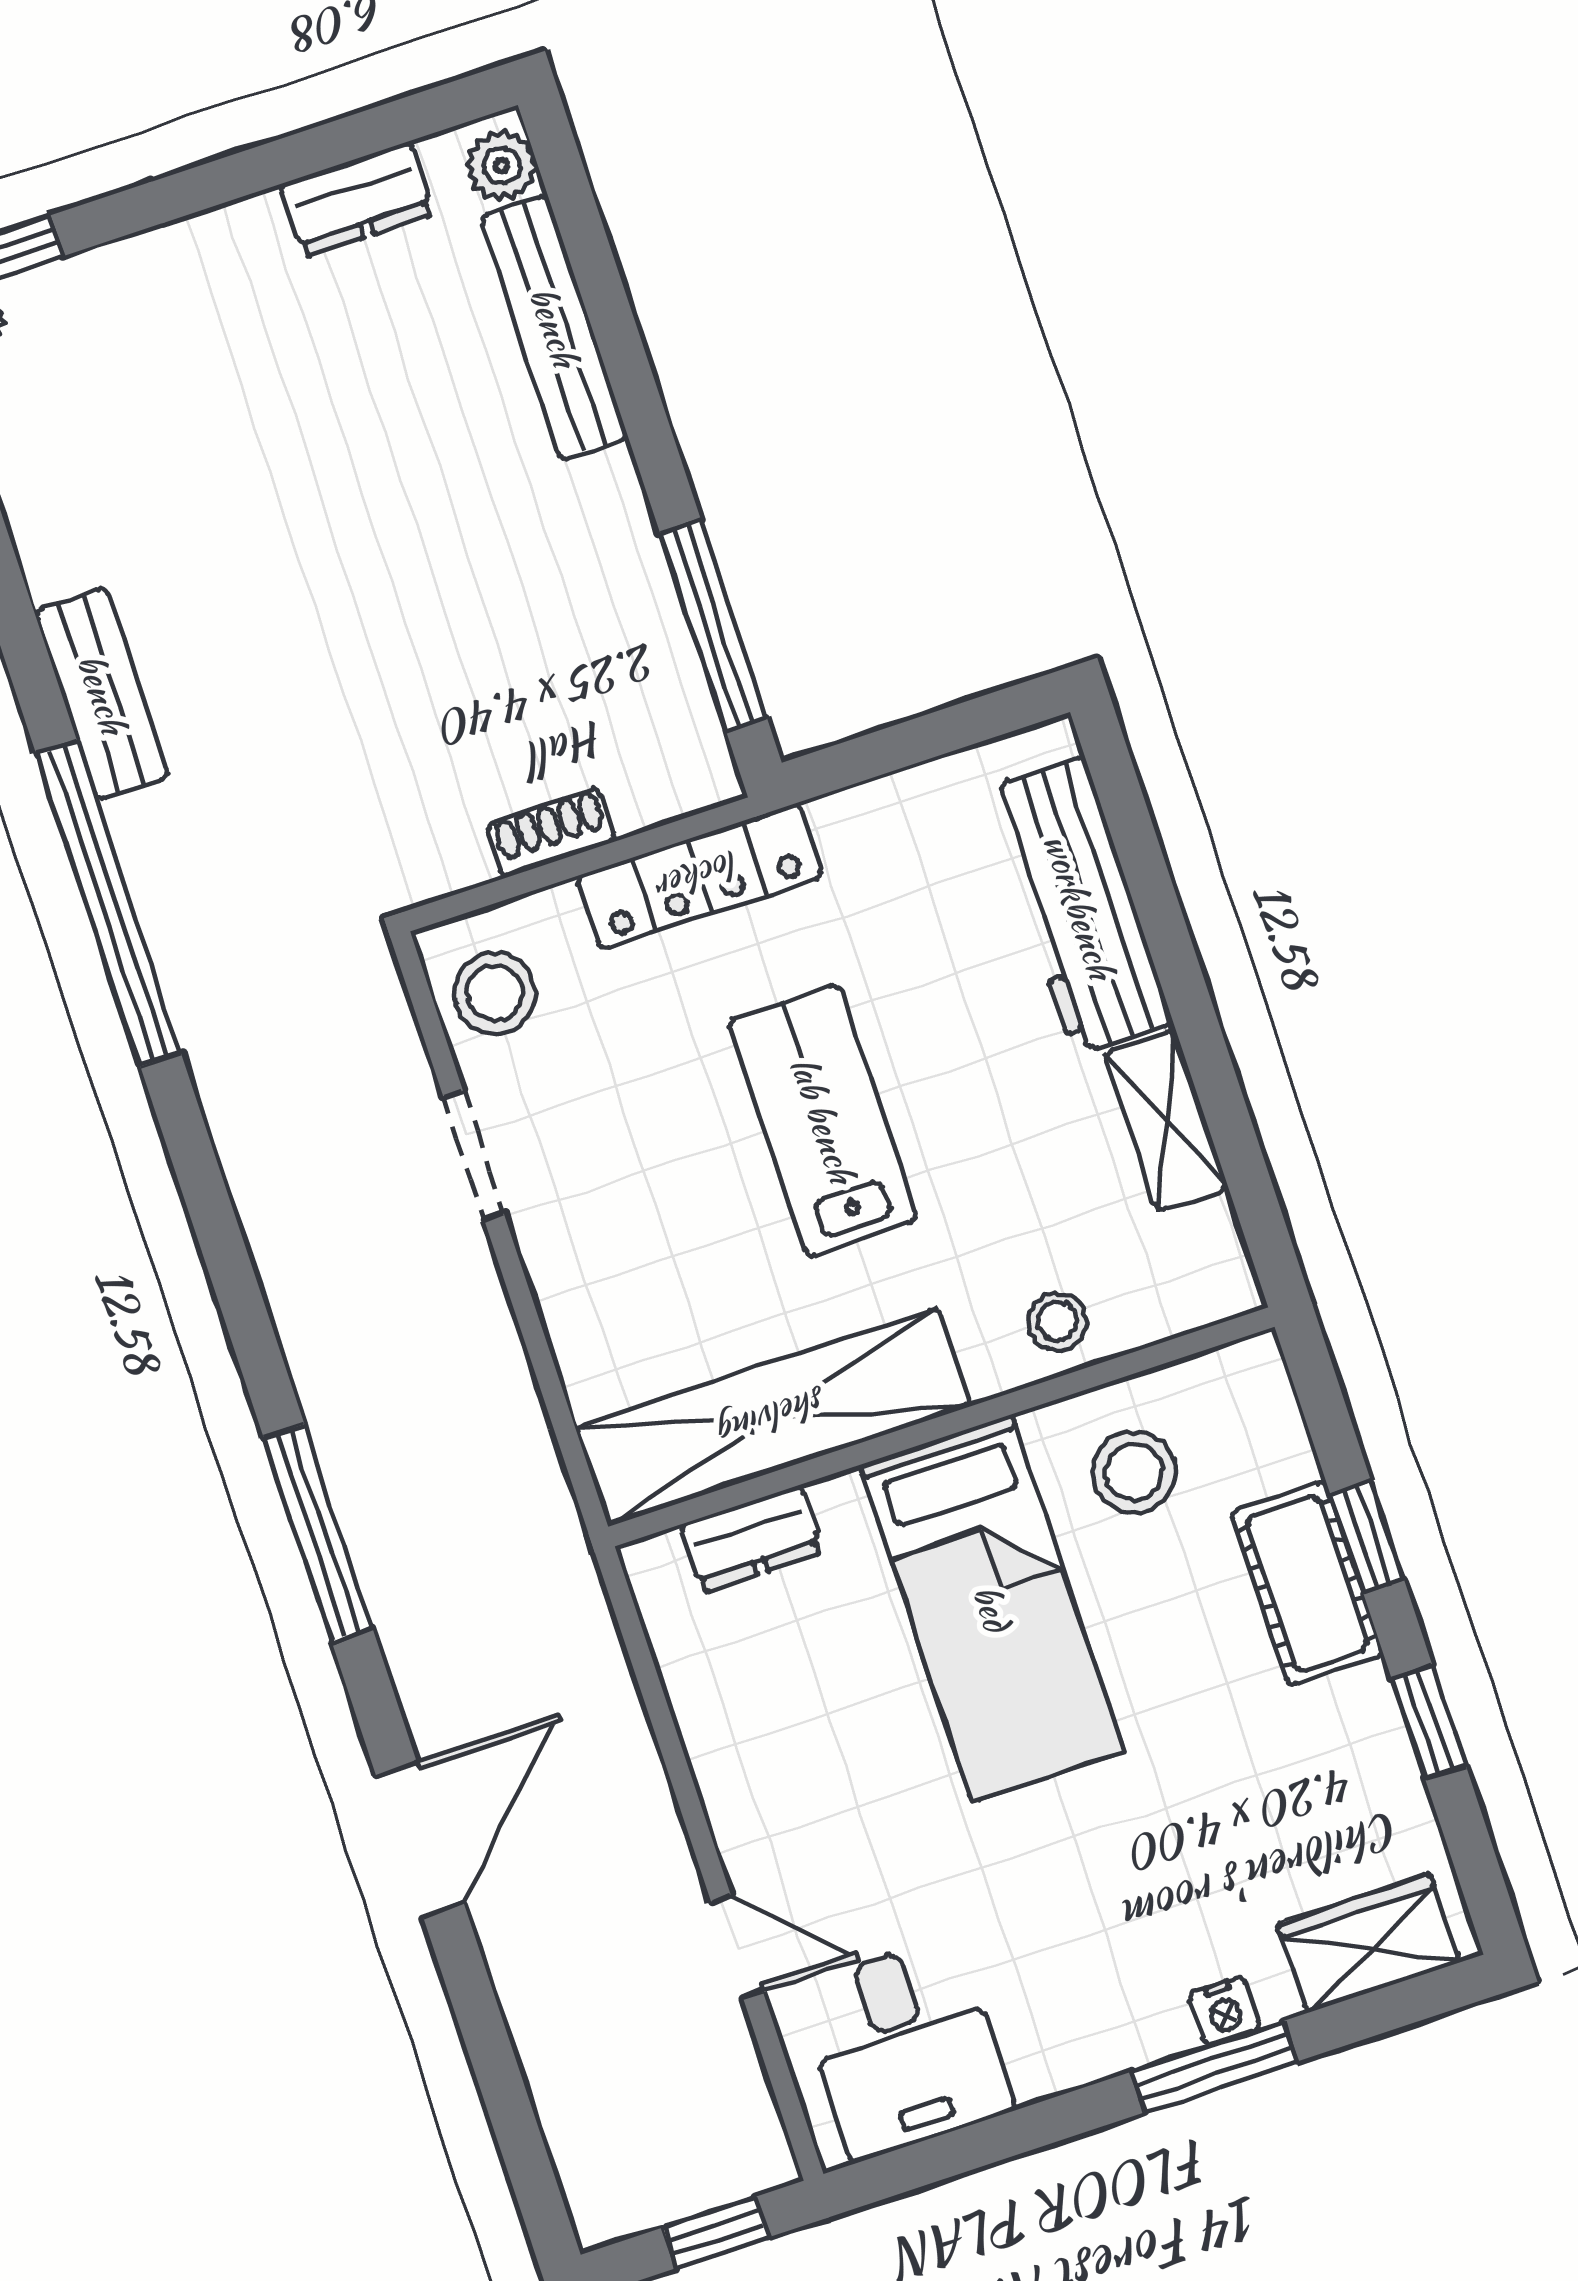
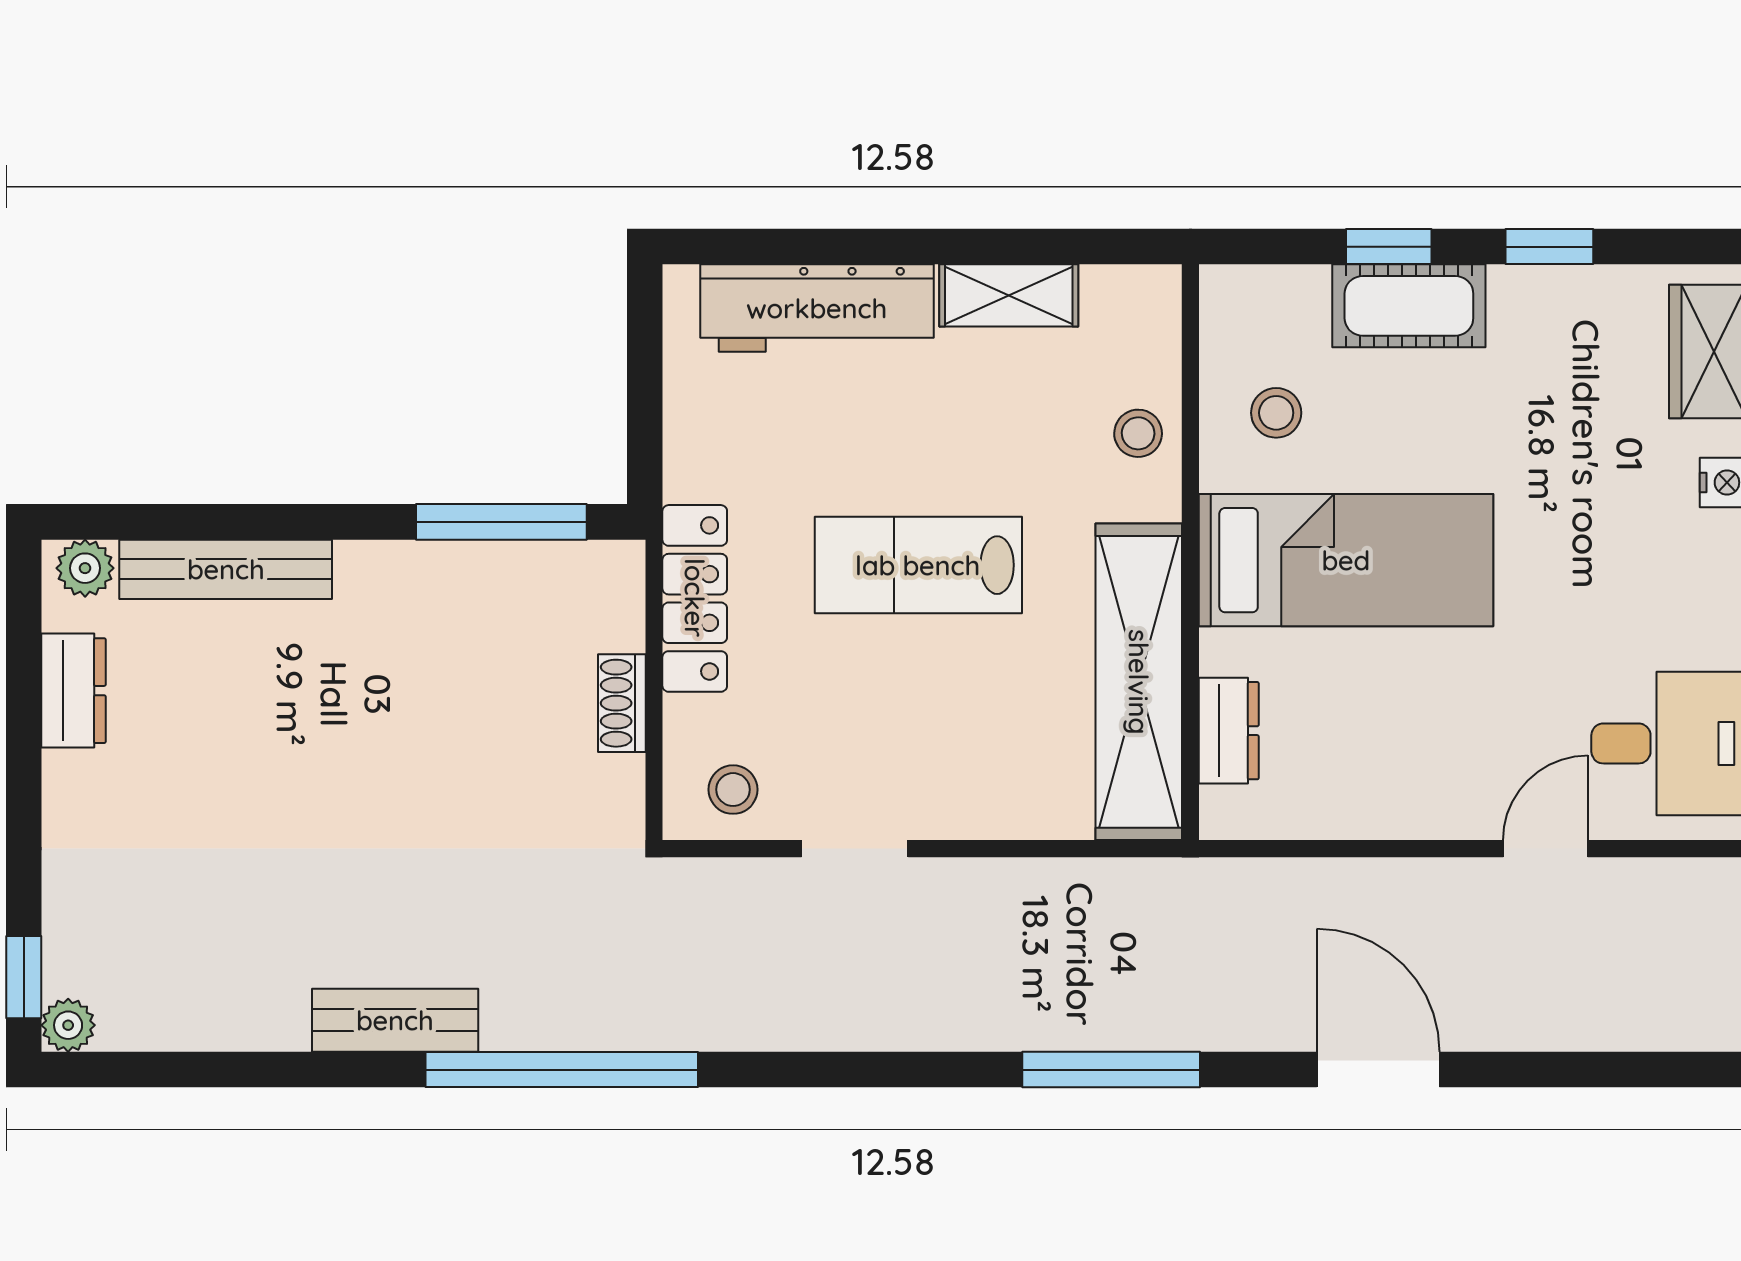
stool: (495, 993) -> (733, 790), width x0.73, depth x0.73
stool: (1134, 1472) -> (1276, 413), width x0.73, depth x0.73

